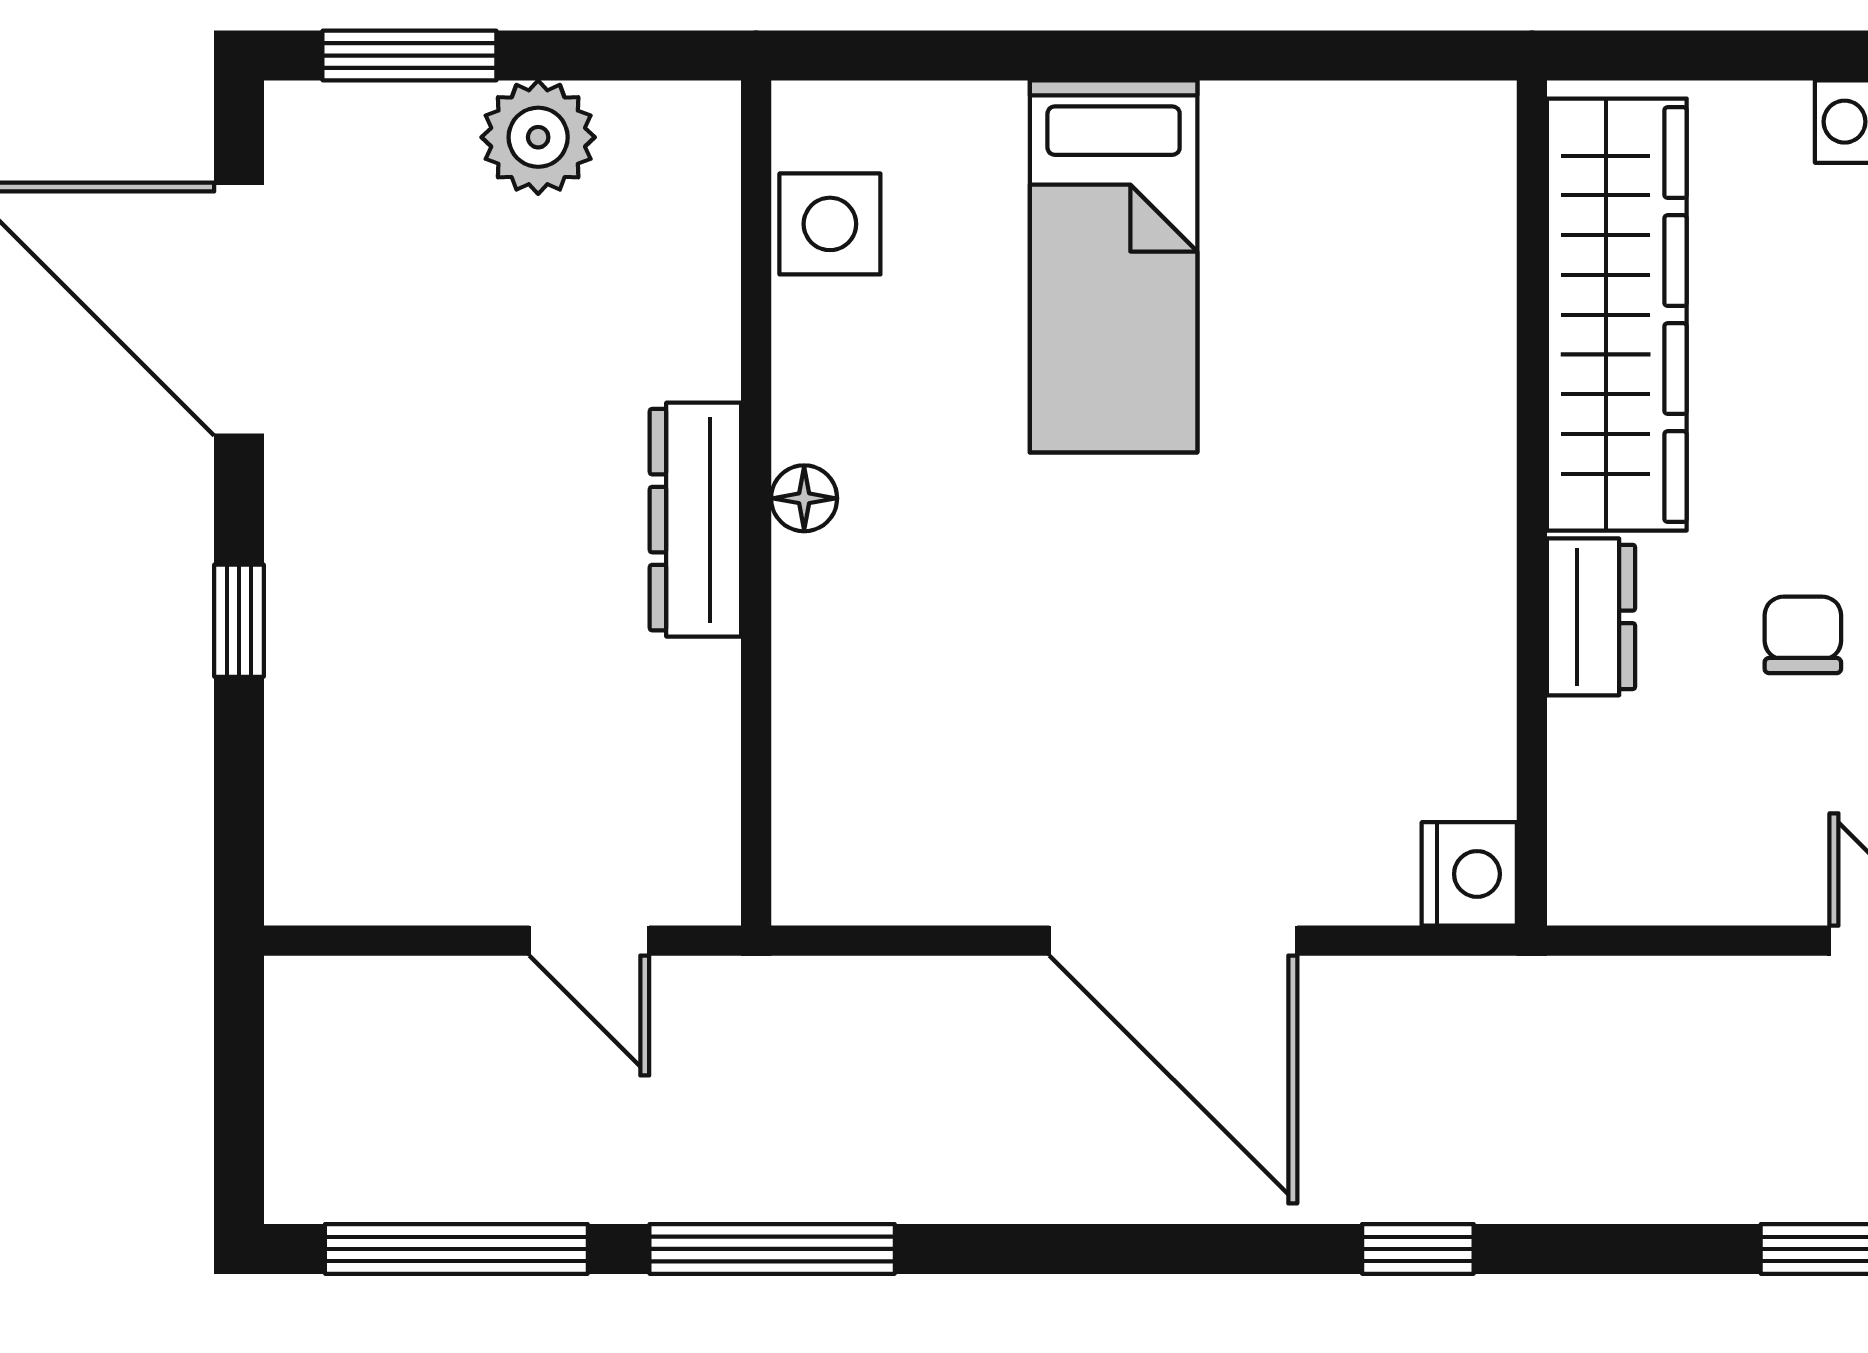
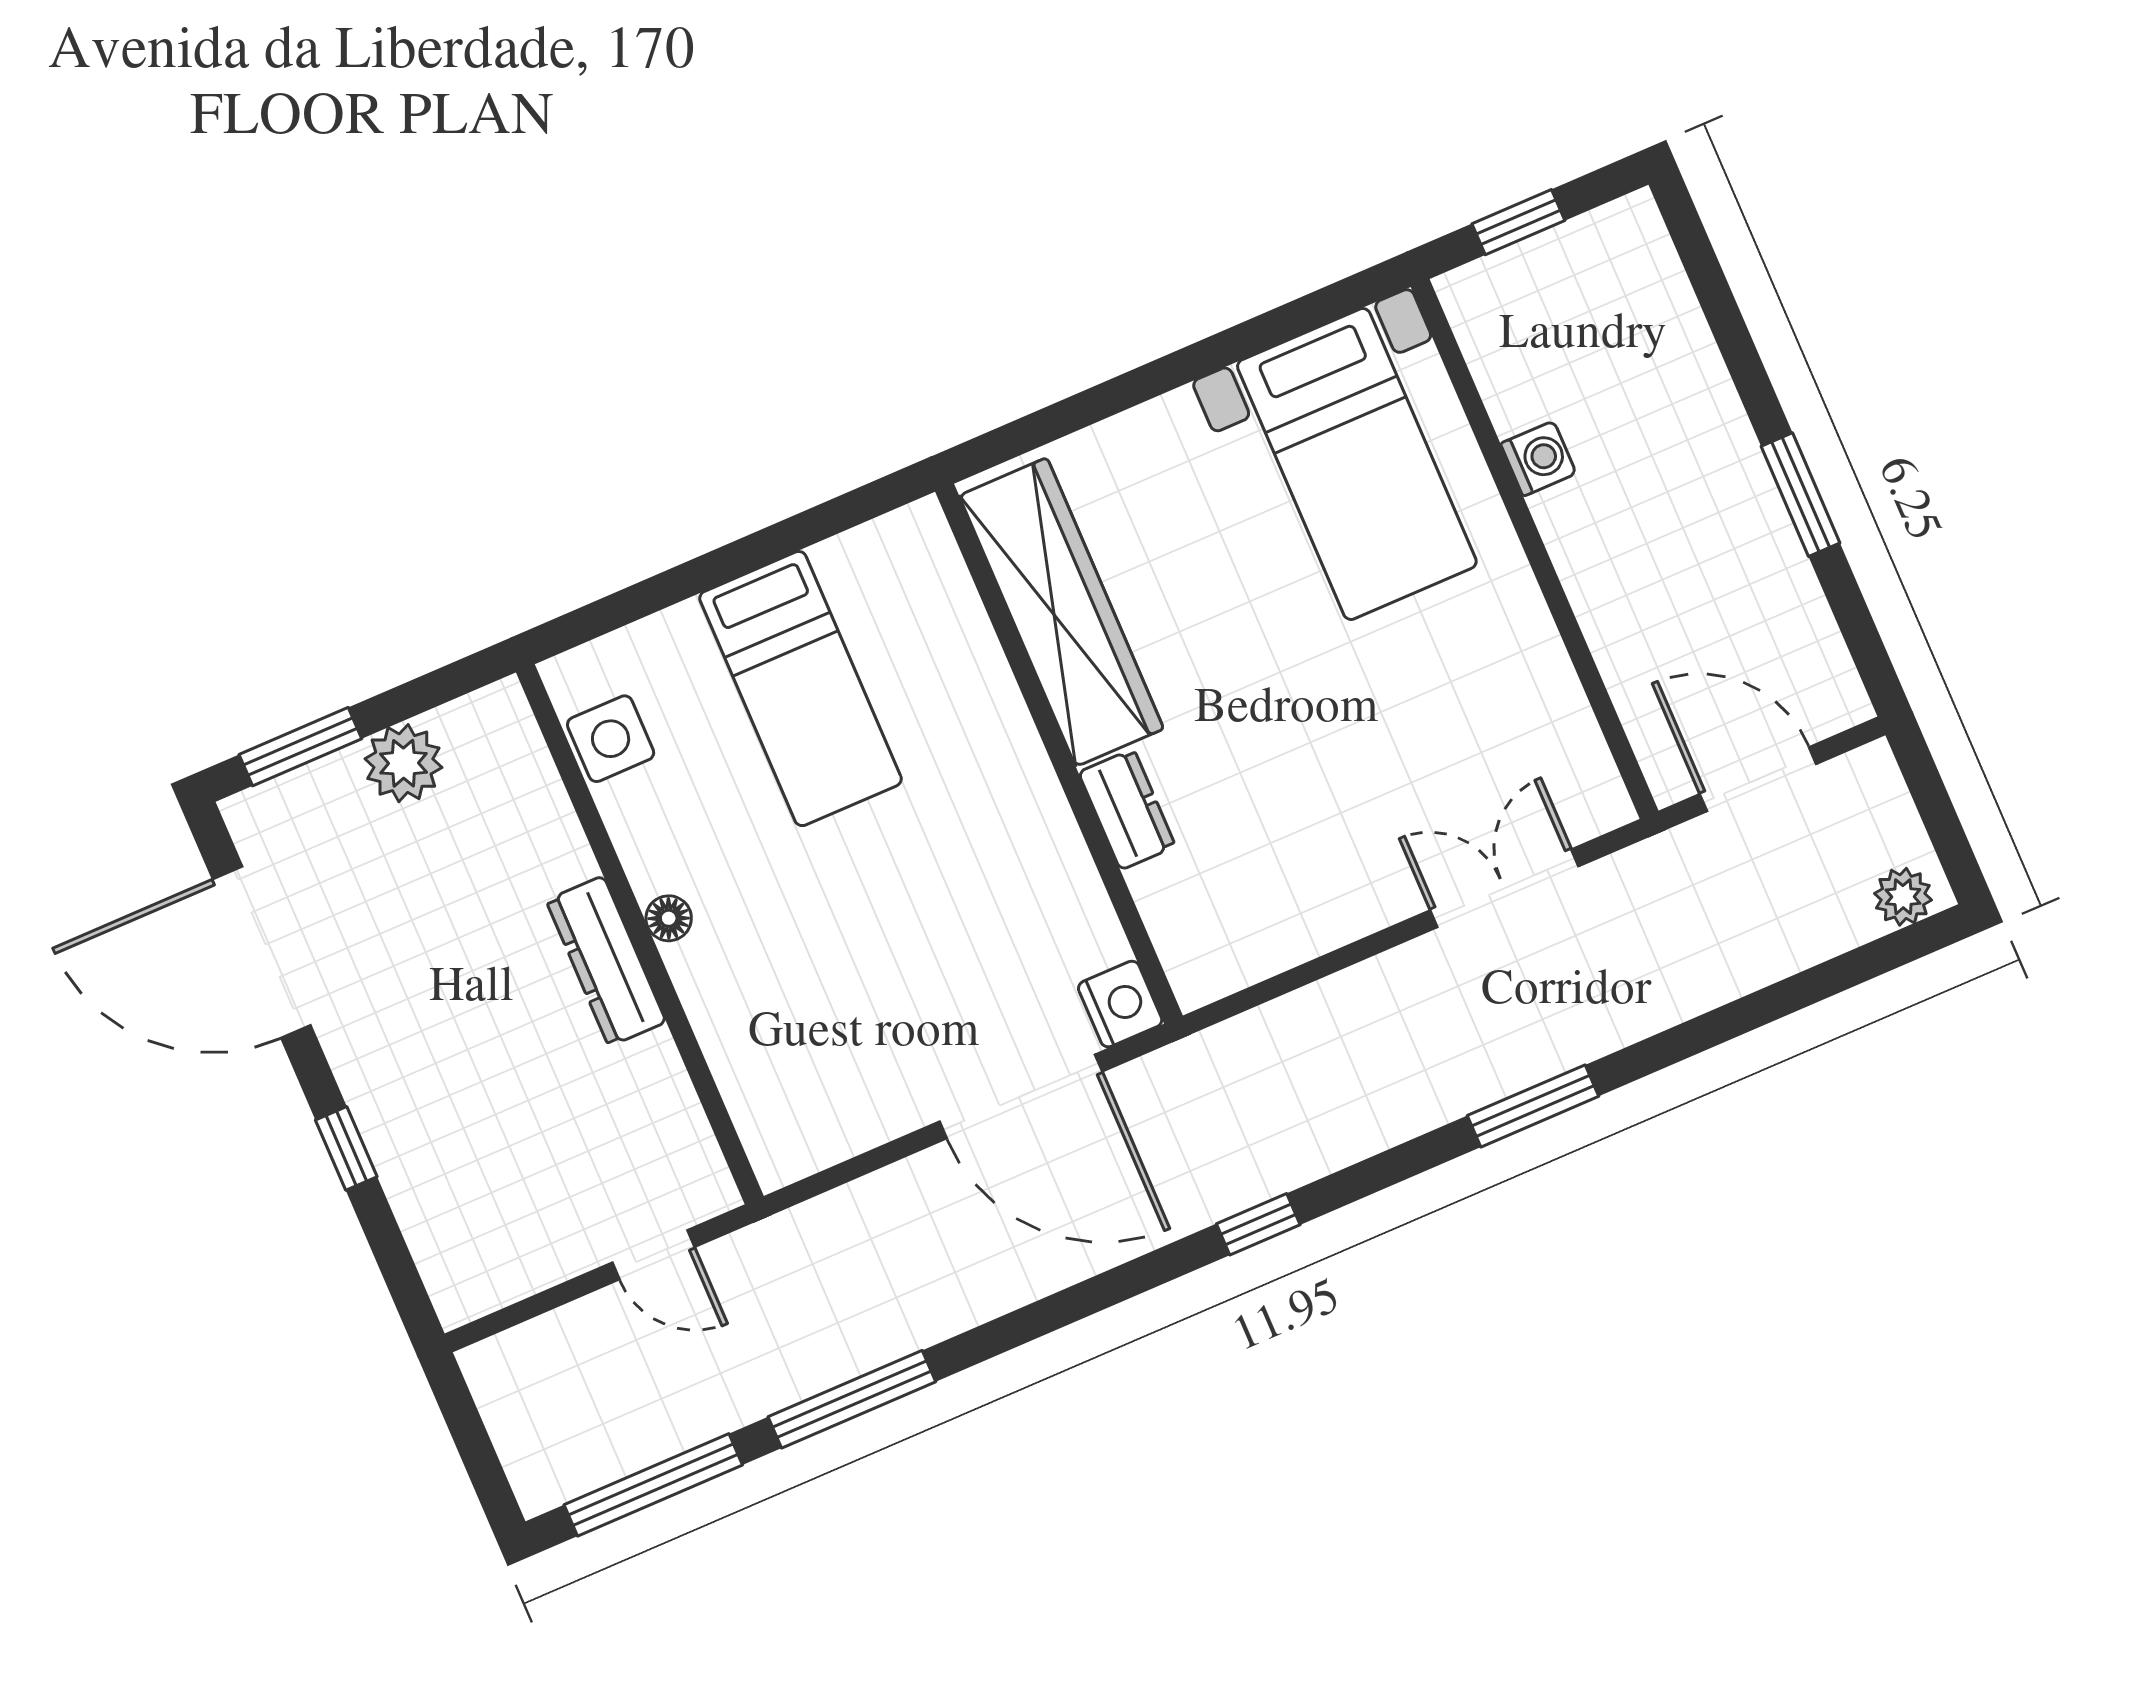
wardrobe: (1617, 315) -> (1061, 612), moved
wall: (1532, 503) -> (1059, 754), moved
dresser: (1591, 617) -> (1127, 809), moved
chair: (1803, 635) -> (1334, 734), removed
nightstand: (1469, 874) -> (1120, 1004), moved

